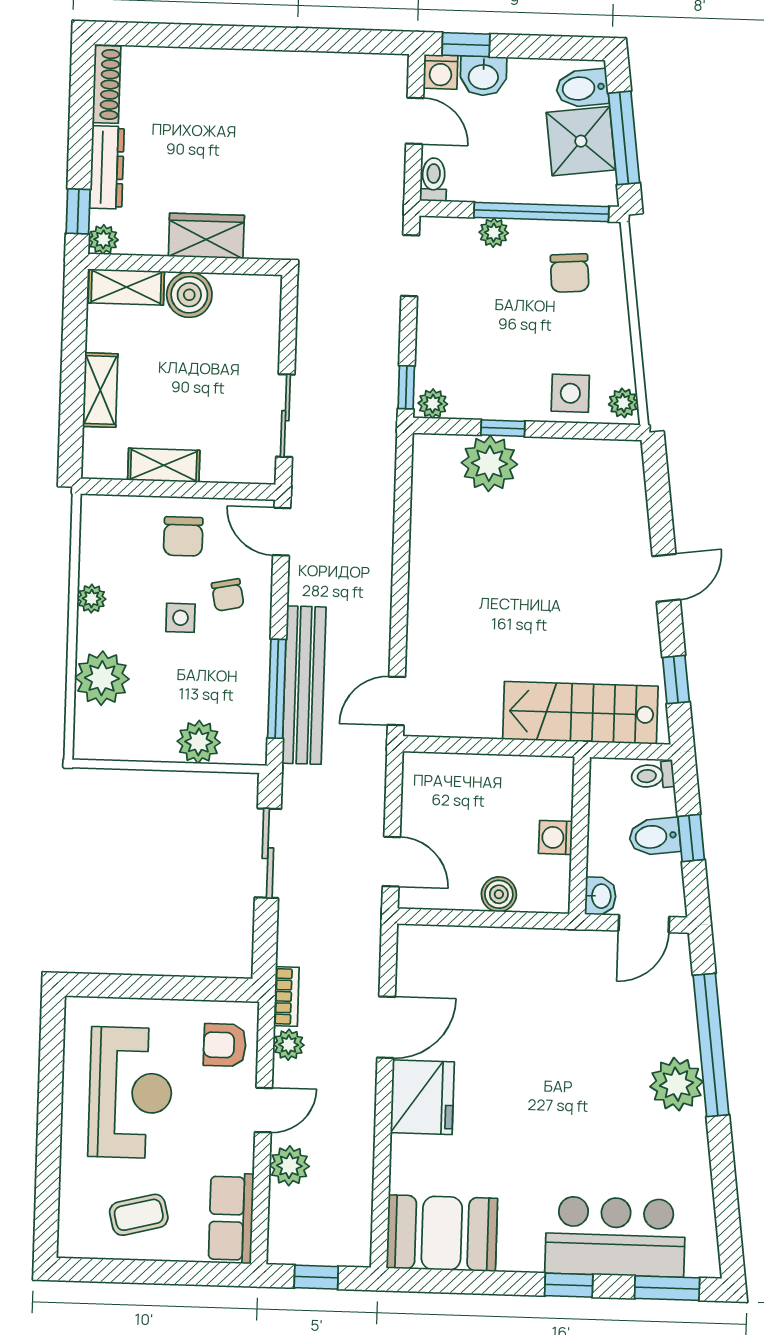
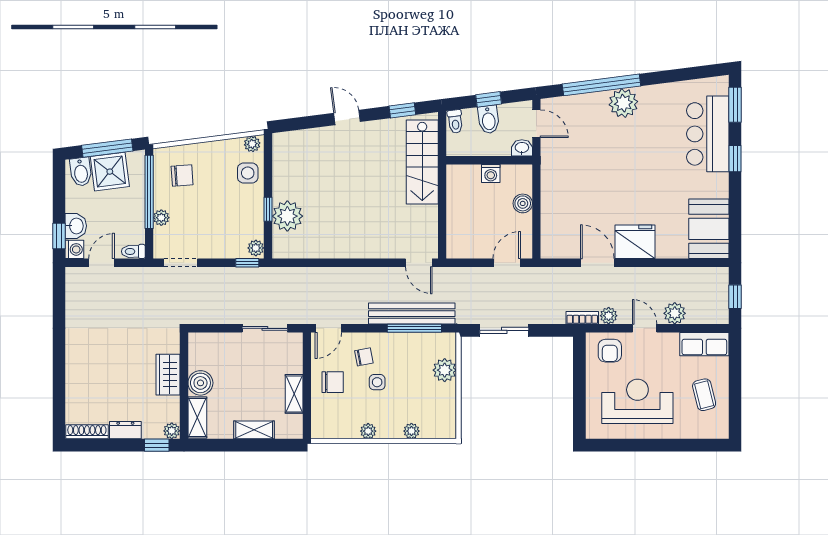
dresser: (107, 167) -> (125, 430), width x0.70
plant: (102, 678) -> (411, 431), width x0.53, depth x0.53

